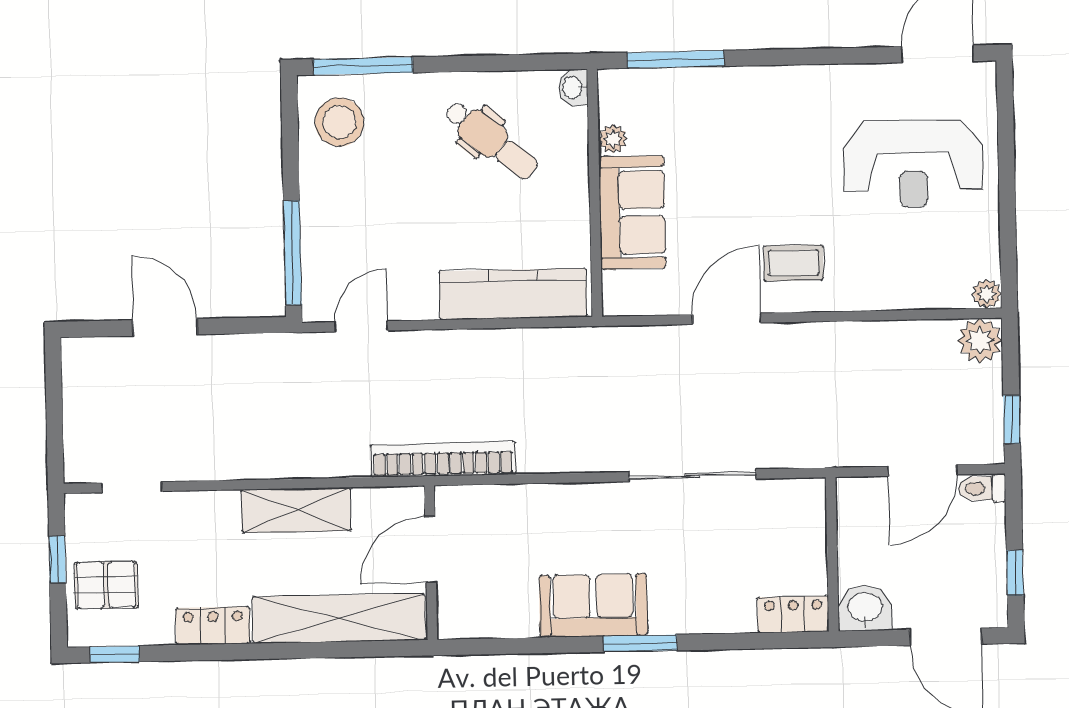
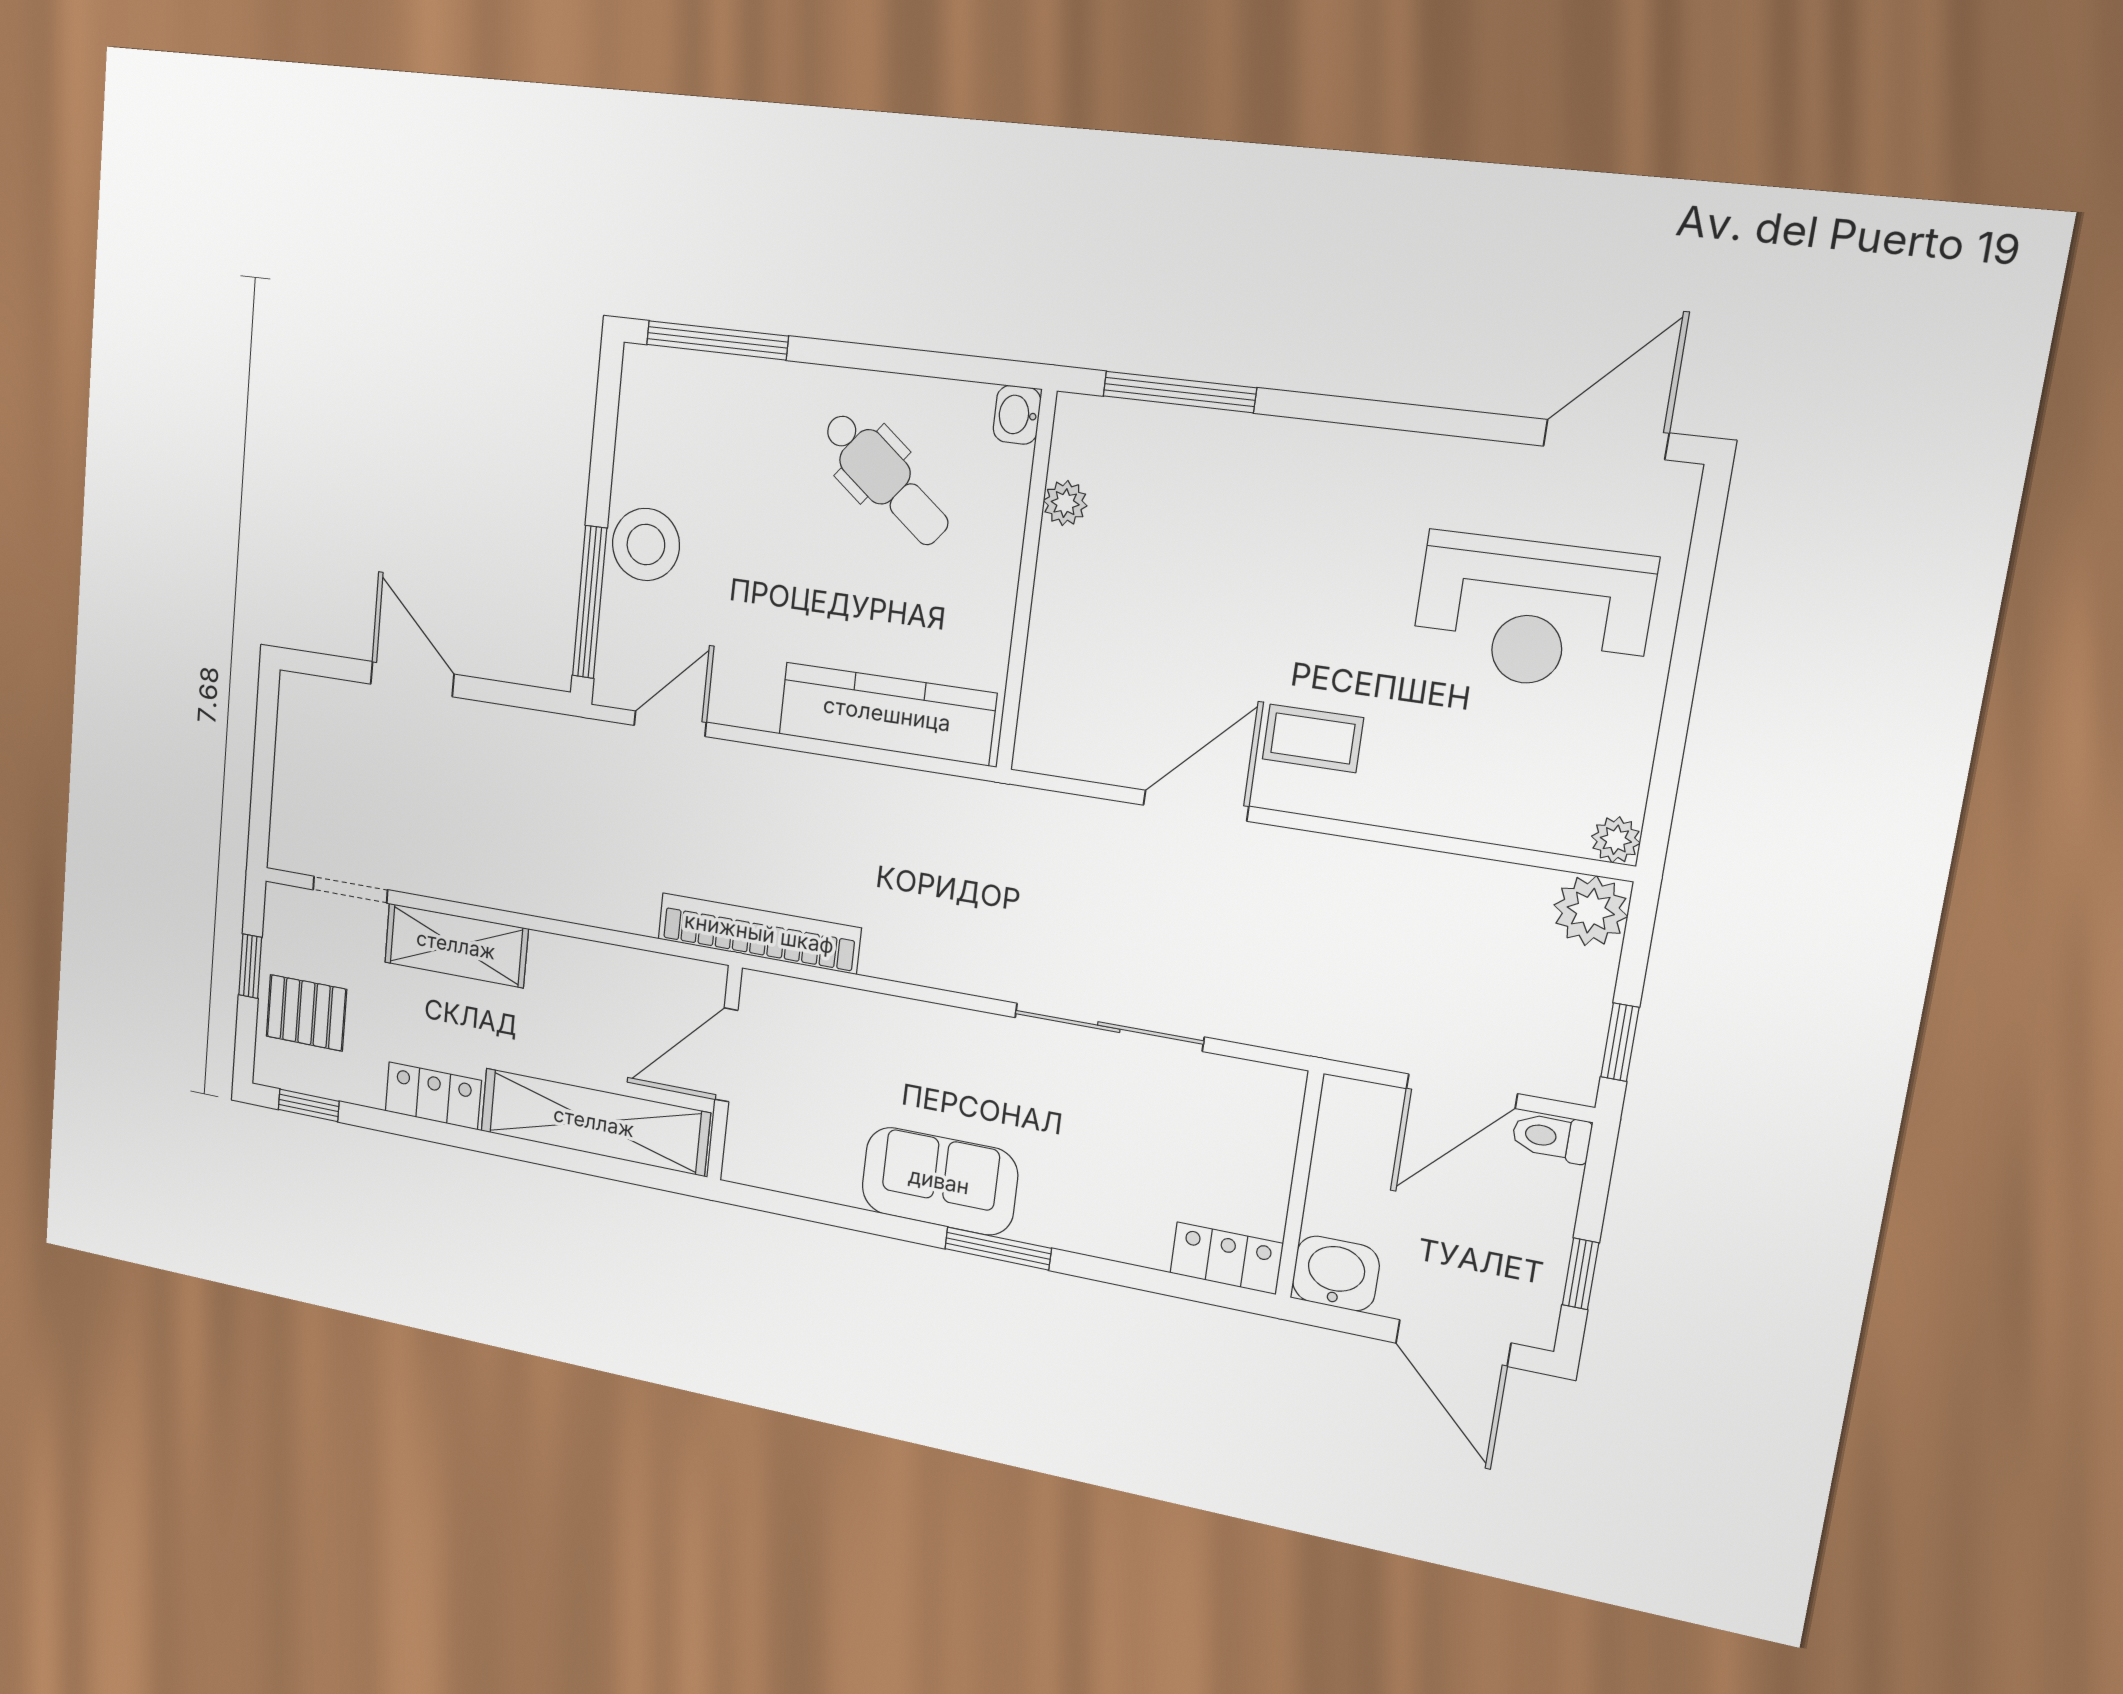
stool: (339, 122) -> (646, 545), moved
sofa: (632, 212) -> (1078, 621), removed
shelving: (296, 510) -> (456, 945), moved

